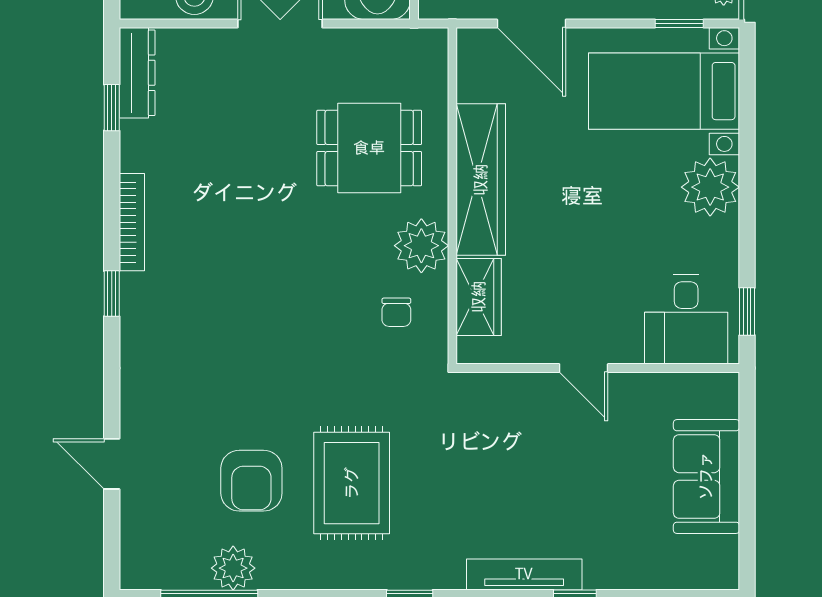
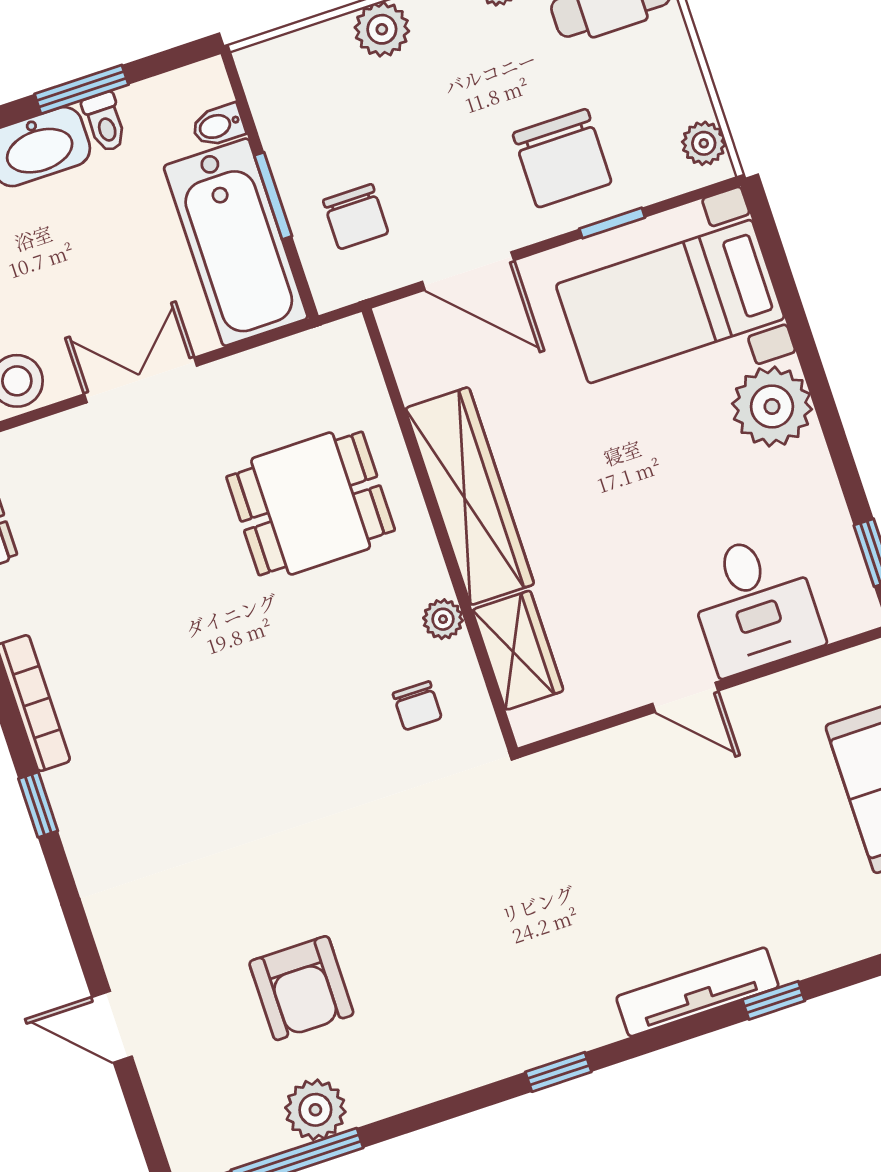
window: (679, 24) -> (612, 223), moved
plant: (421, 246) -> (443, 619), width x0.53, depth x0.53
desk: (686, 319) -> (754, 604), moved
rug: (352, 483) -> (433, 948), removed

